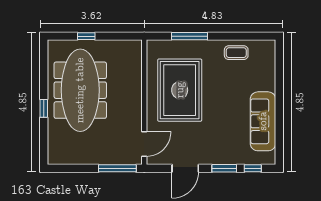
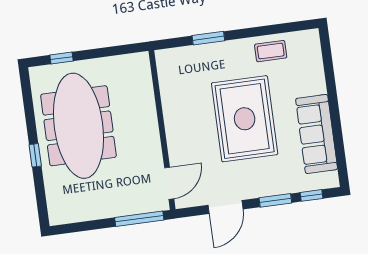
window: (86, 36) -> (62, 58), moved
window: (190, 36) -> (208, 38), width x0.69
rug: (180, 90) -> (245, 119), moved

